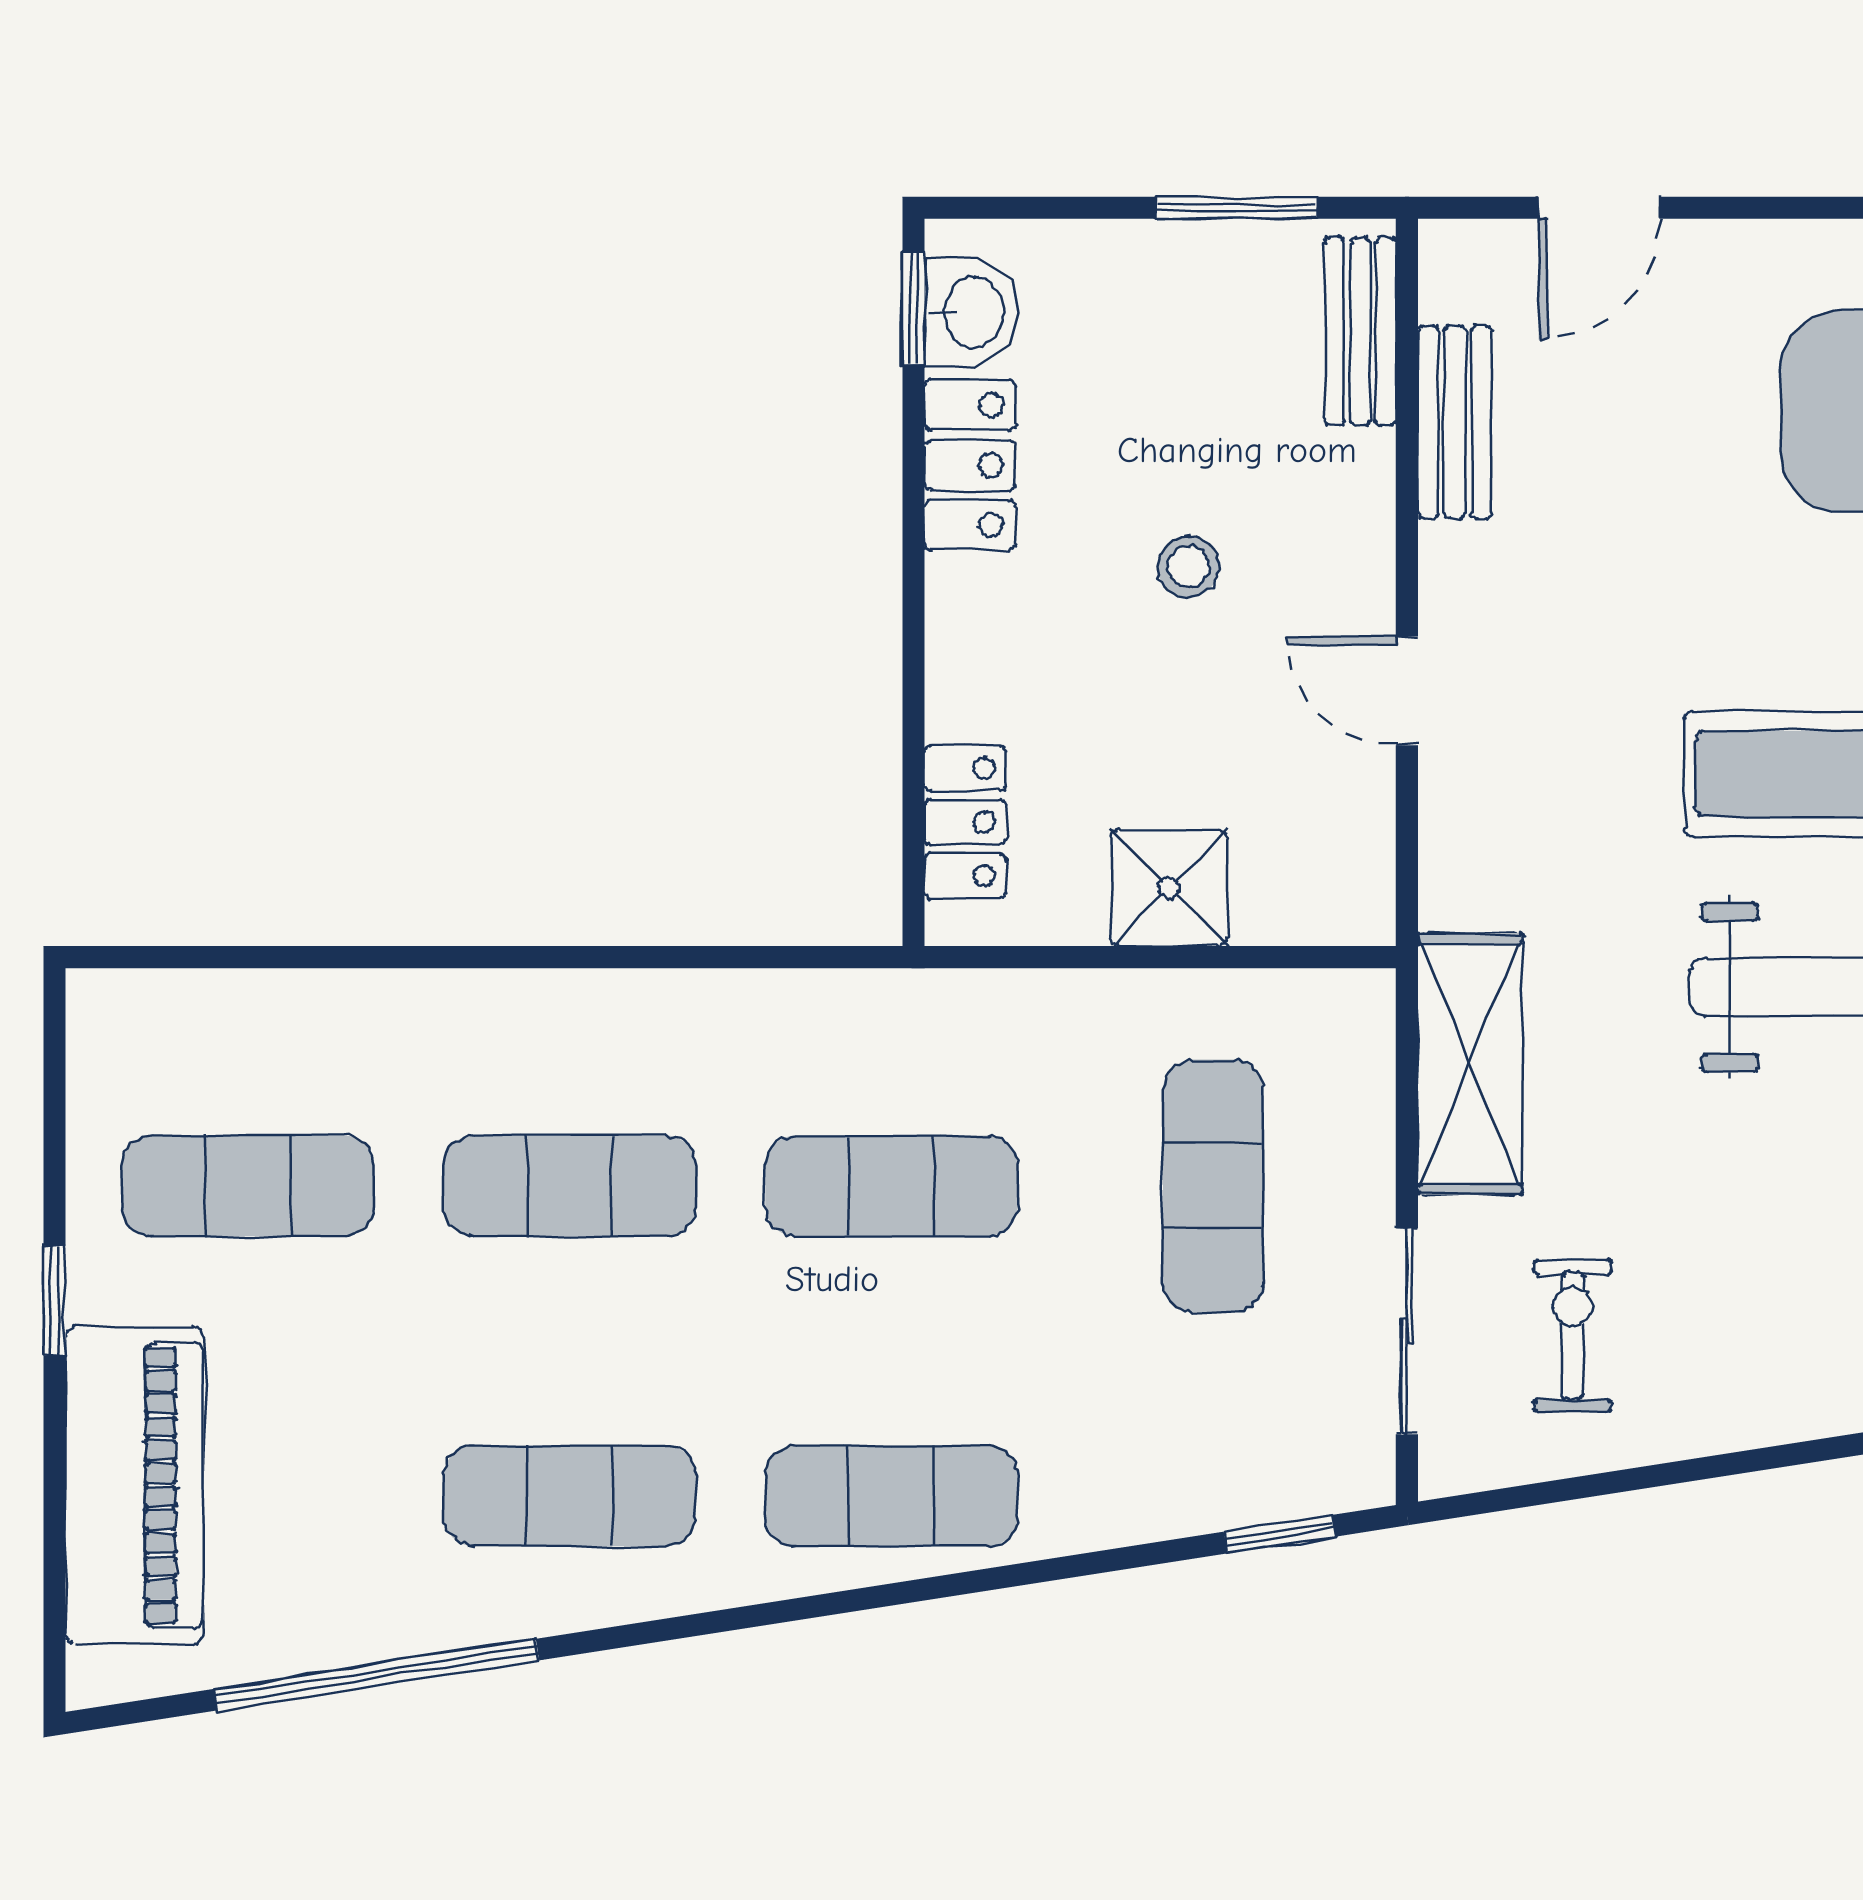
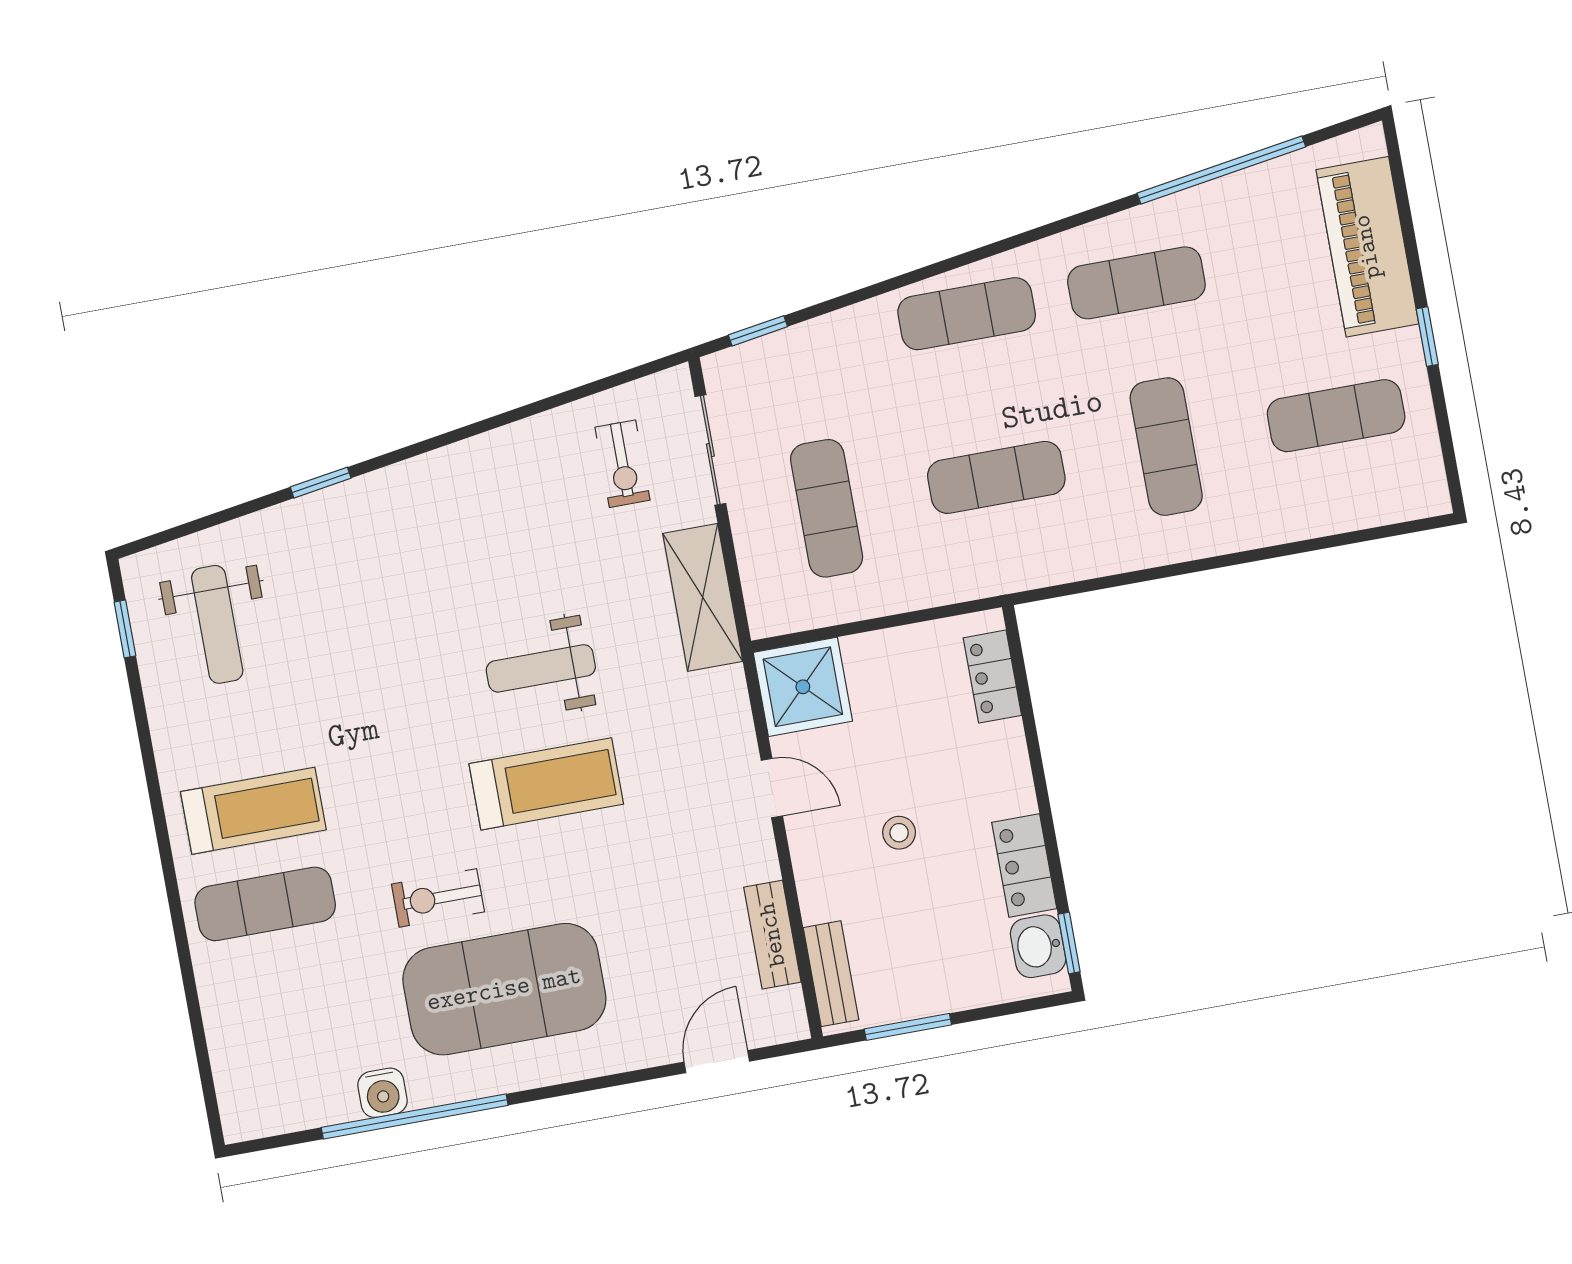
shower: (1169, 888) -> (803, 687), moved, width x1.36, depth x1.36
exercise mat: (570, 1186) -> (1166, 447), turned 90

